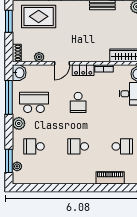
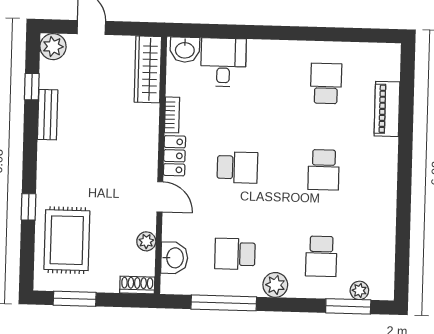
washbasin: (19, 73) -> (174, 258), moved, turned 90
school desk: (34, 102) -> (235, 254), width x0.54

